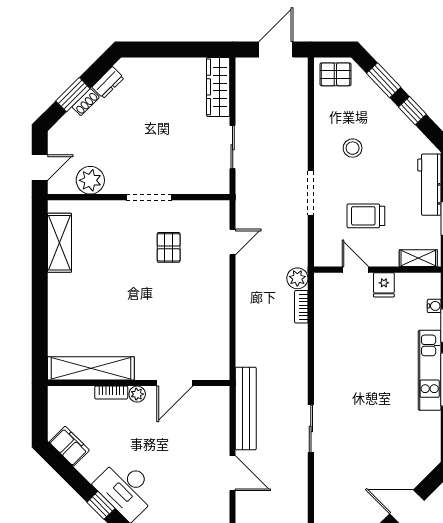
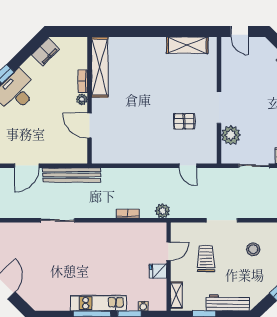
plant: (90, 180) -> (231, 135), moved
bookcase: (301, 307) -> (128, 214), moved

